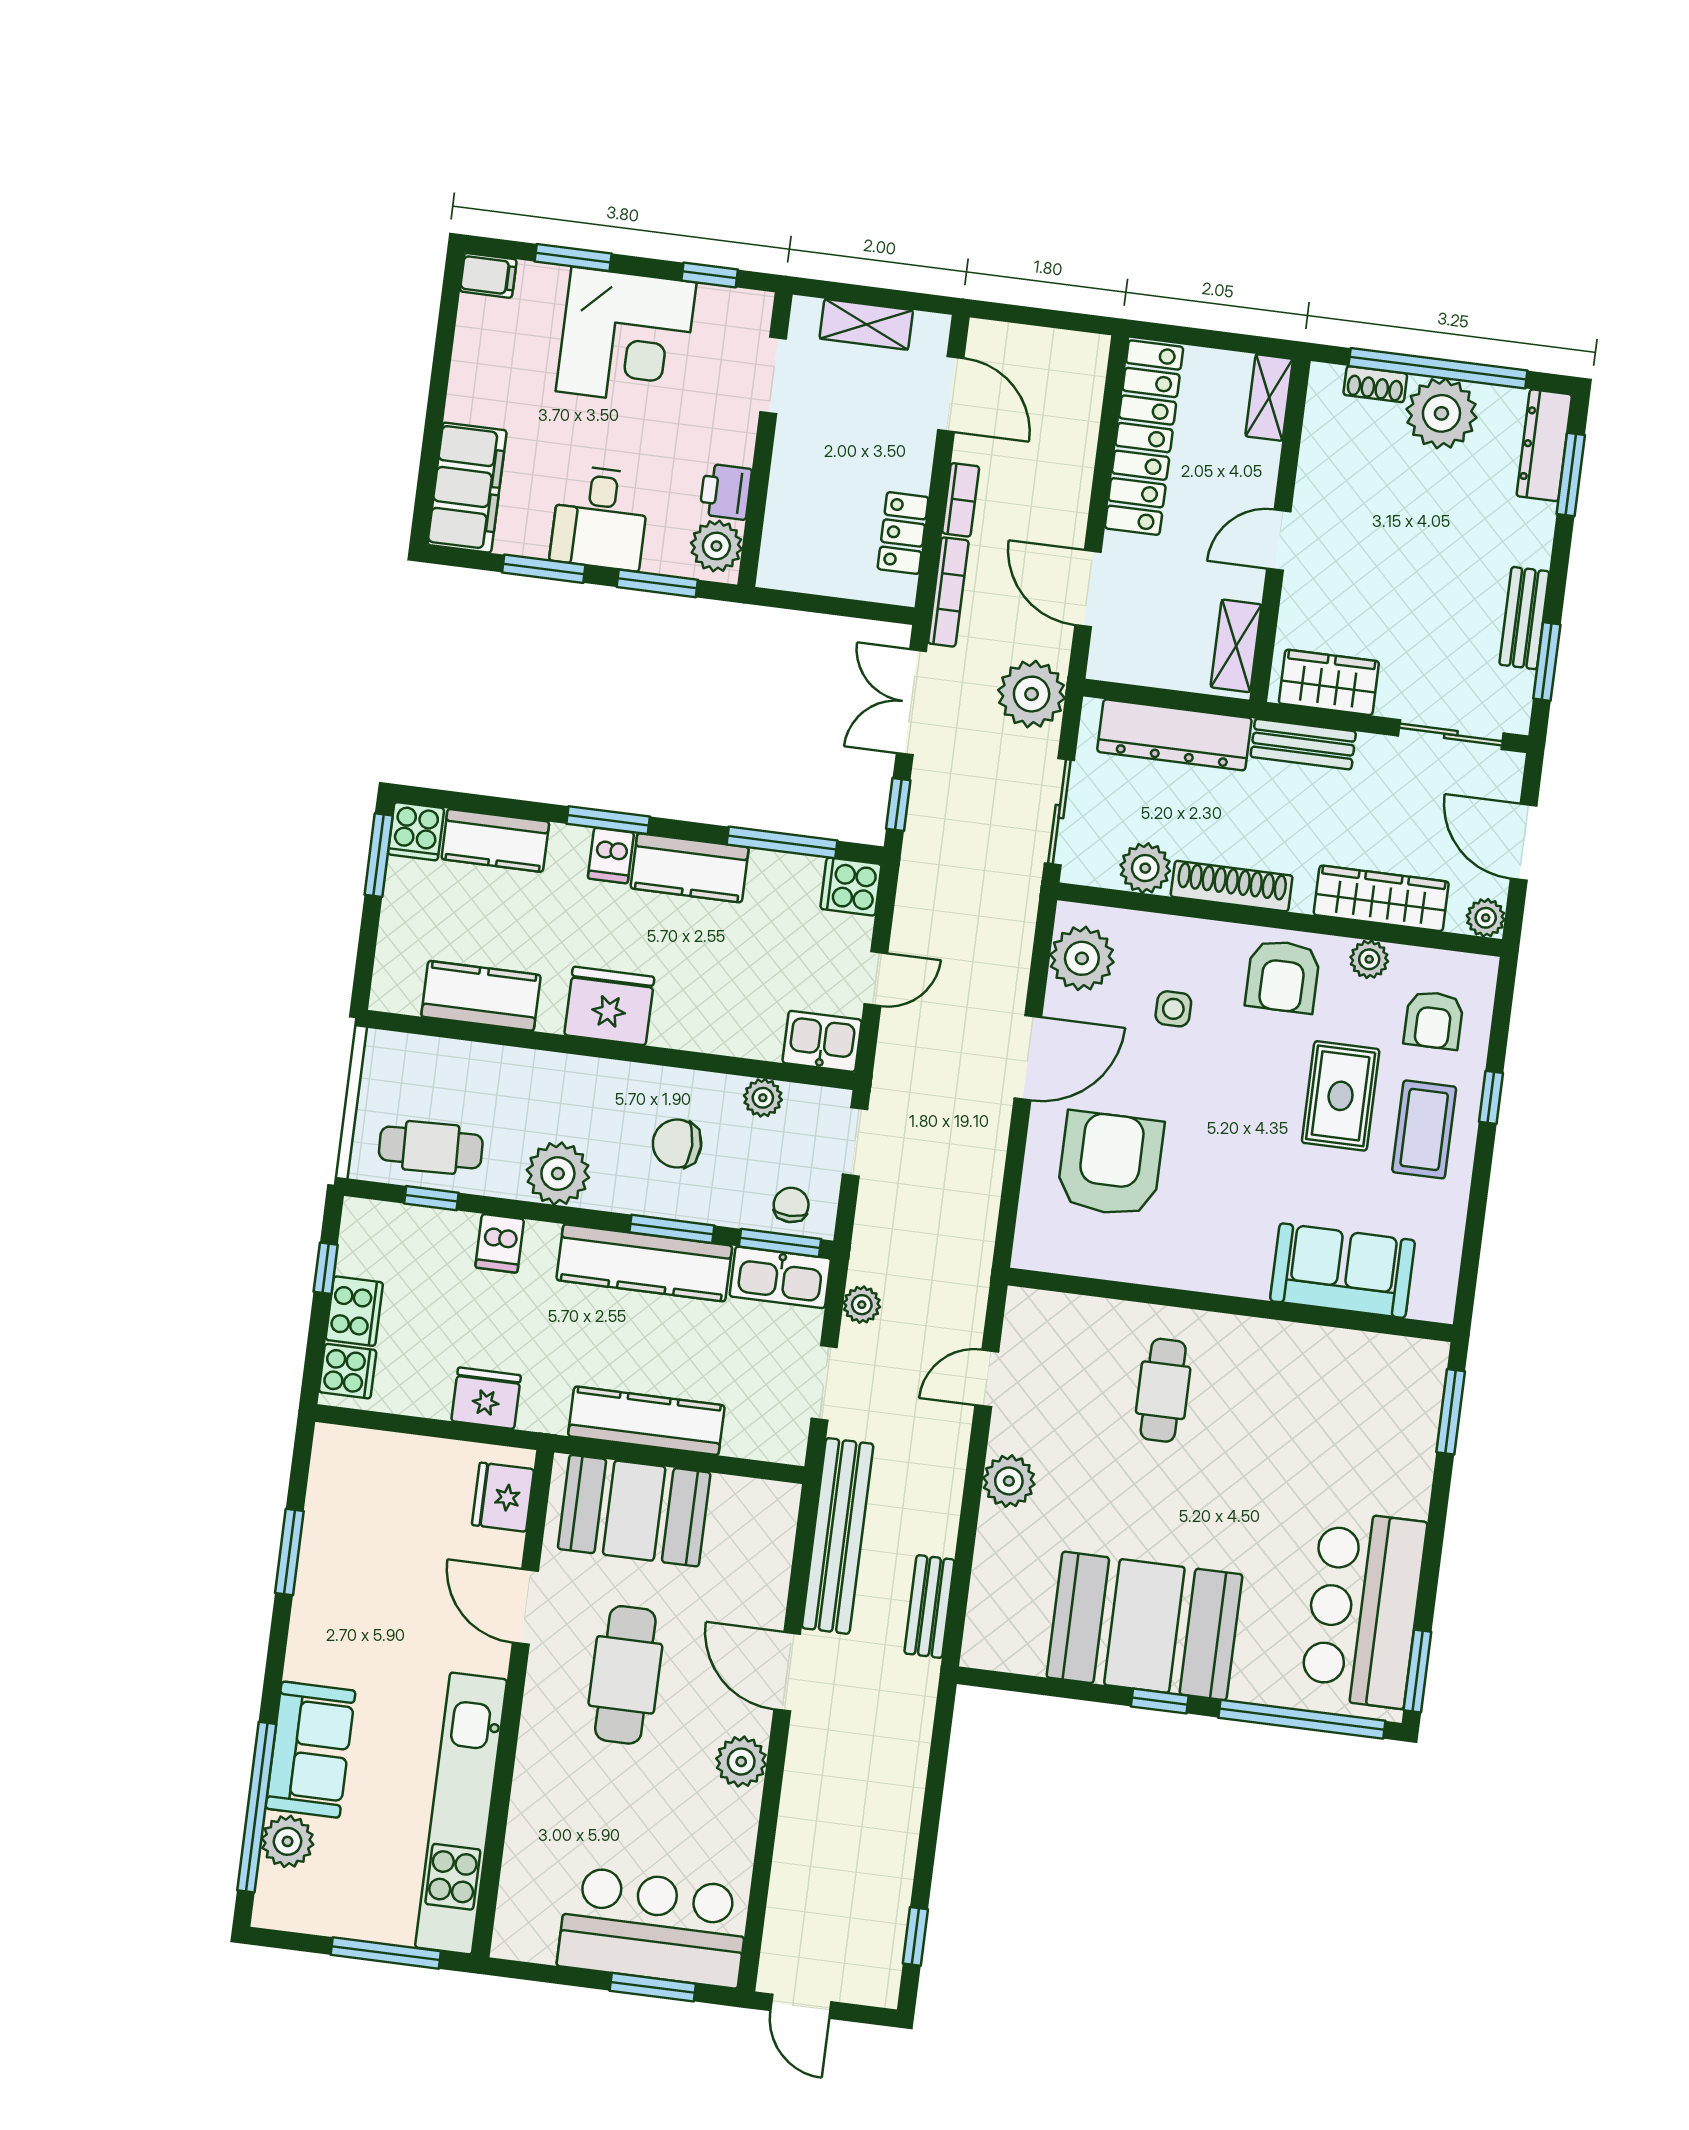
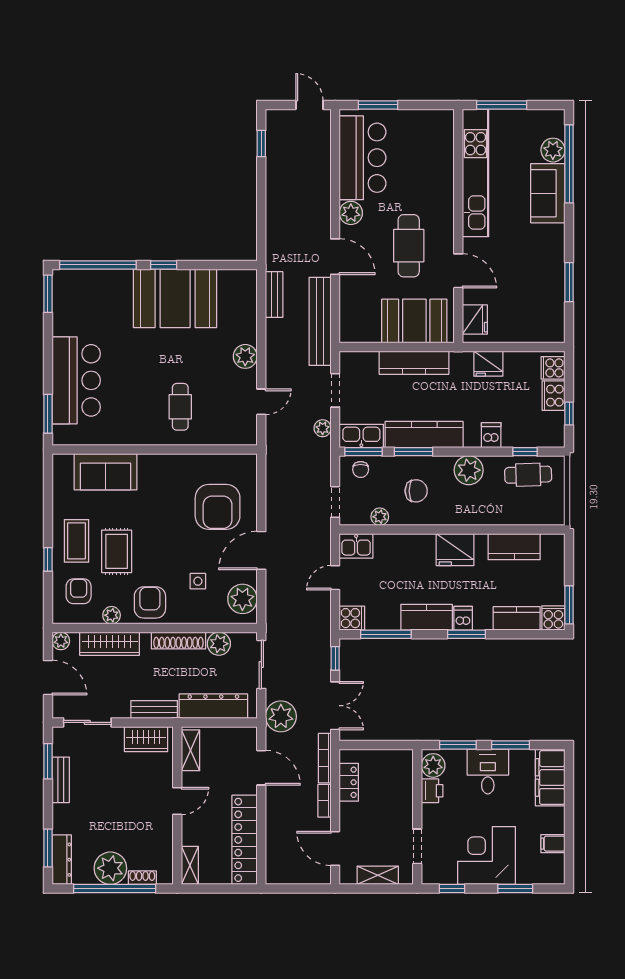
filing cabinet: (488, 275) -> (553, 844), moved
bar counter: (1363, 1609) -> (76, 380), moved
bar counter: (653, 1927) -> (363, 158), moved, turned -90

